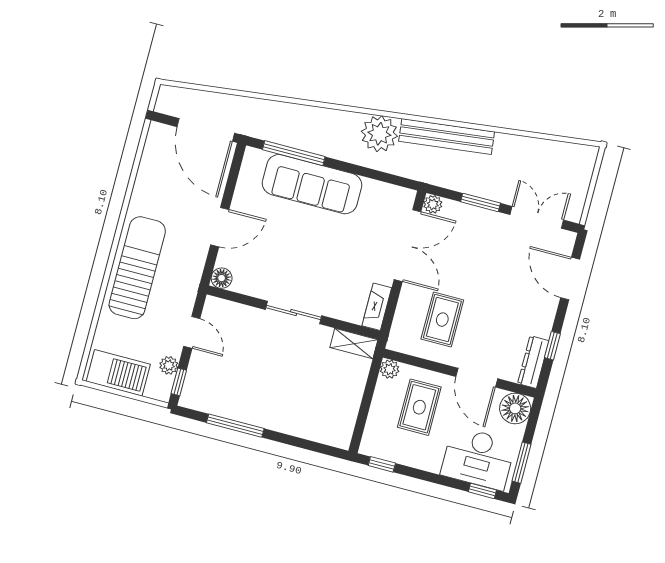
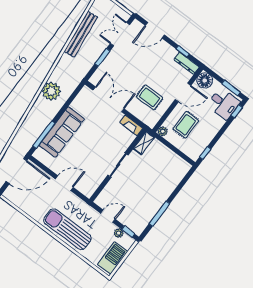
bench: (447, 137) -> (81, 34), moved
plant: (433, 204) -> (94, 80), removed
door: (220, 227) -> (64, 183), hinge flipped
floor lamp: (222, 278) -> (88, 192), removed
rug: (419, 407) -> (186, 125), turned 90
desk: (478, 458) -> (223, 104), width x0.73

